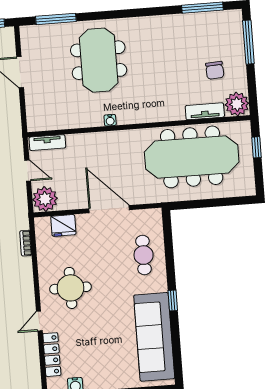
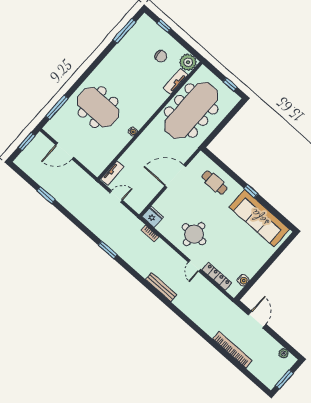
window: (248, 42) -> (164, 26), width x0.46
window: (257, 147) -> (230, 84), moved
plant: (45, 199) -> (138, 202), removed
fridge: (63, 225) -> (153, 217), moved, turned -90

